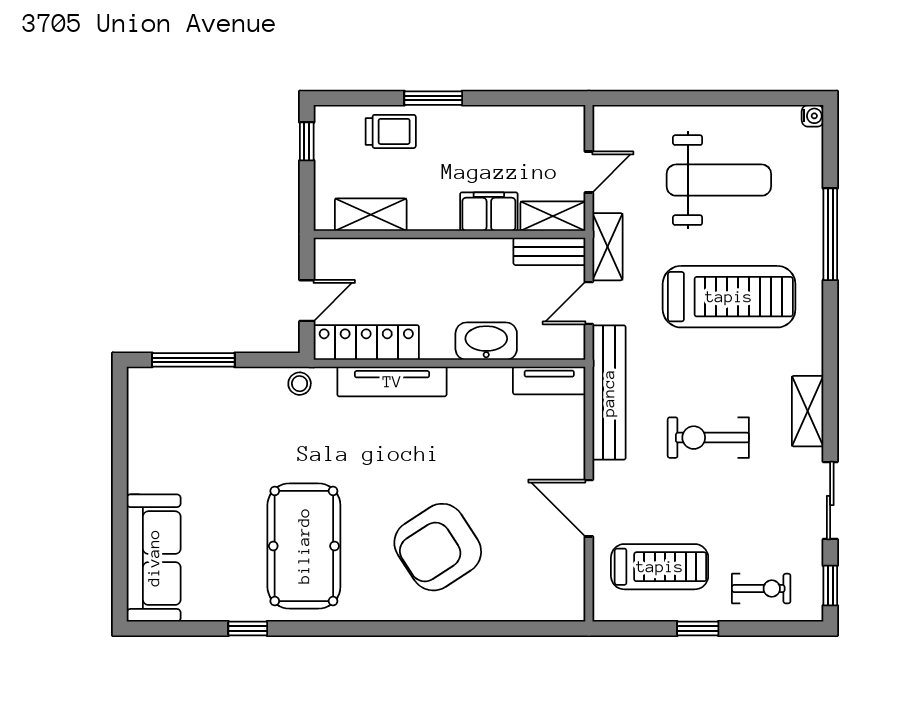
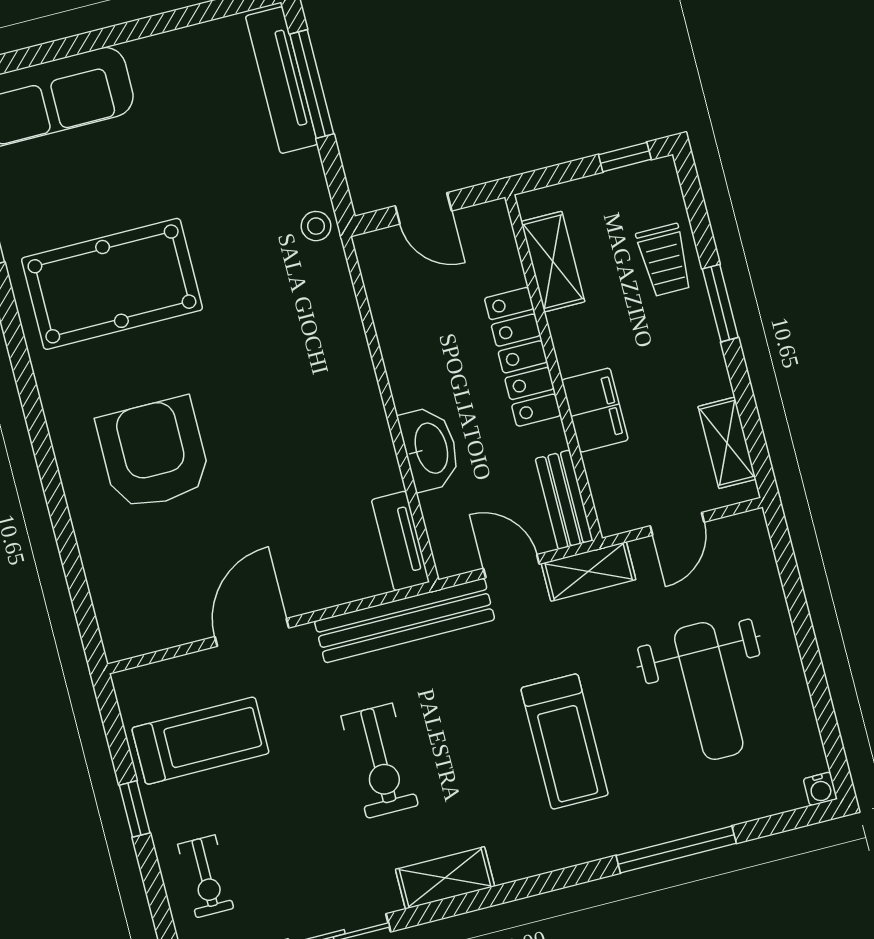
door: (589, 172) -> (677, 524), hinge flipped
shelving: (553, 216) -> (727, 443), moved
treadmill: (729, 297) -> (565, 741), width x0.73, depth x0.73
locker: (366, 343) -> (523, 357), moved, turned 180
tv unit: (392, 382) -> (282, 80), moved
exercise bike: (708, 438) -> (380, 761), turned 180
armchair: (438, 547) -> (154, 454), turned 33
treadmill: (660, 567) -> (200, 741), turned -90

